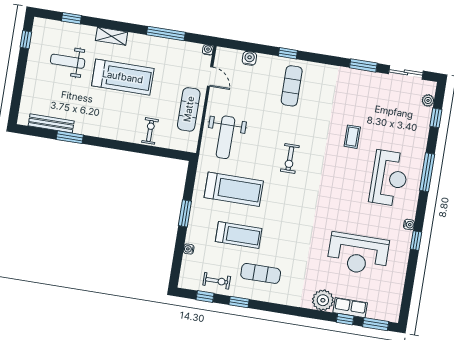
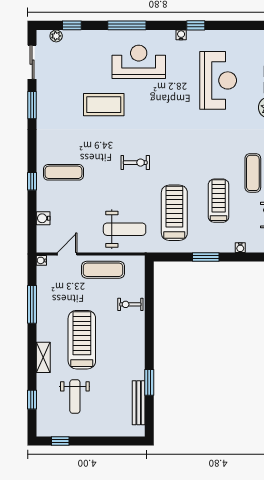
coffee table: (352, 137) -> (104, 105), width x1.86, depth x1.72

